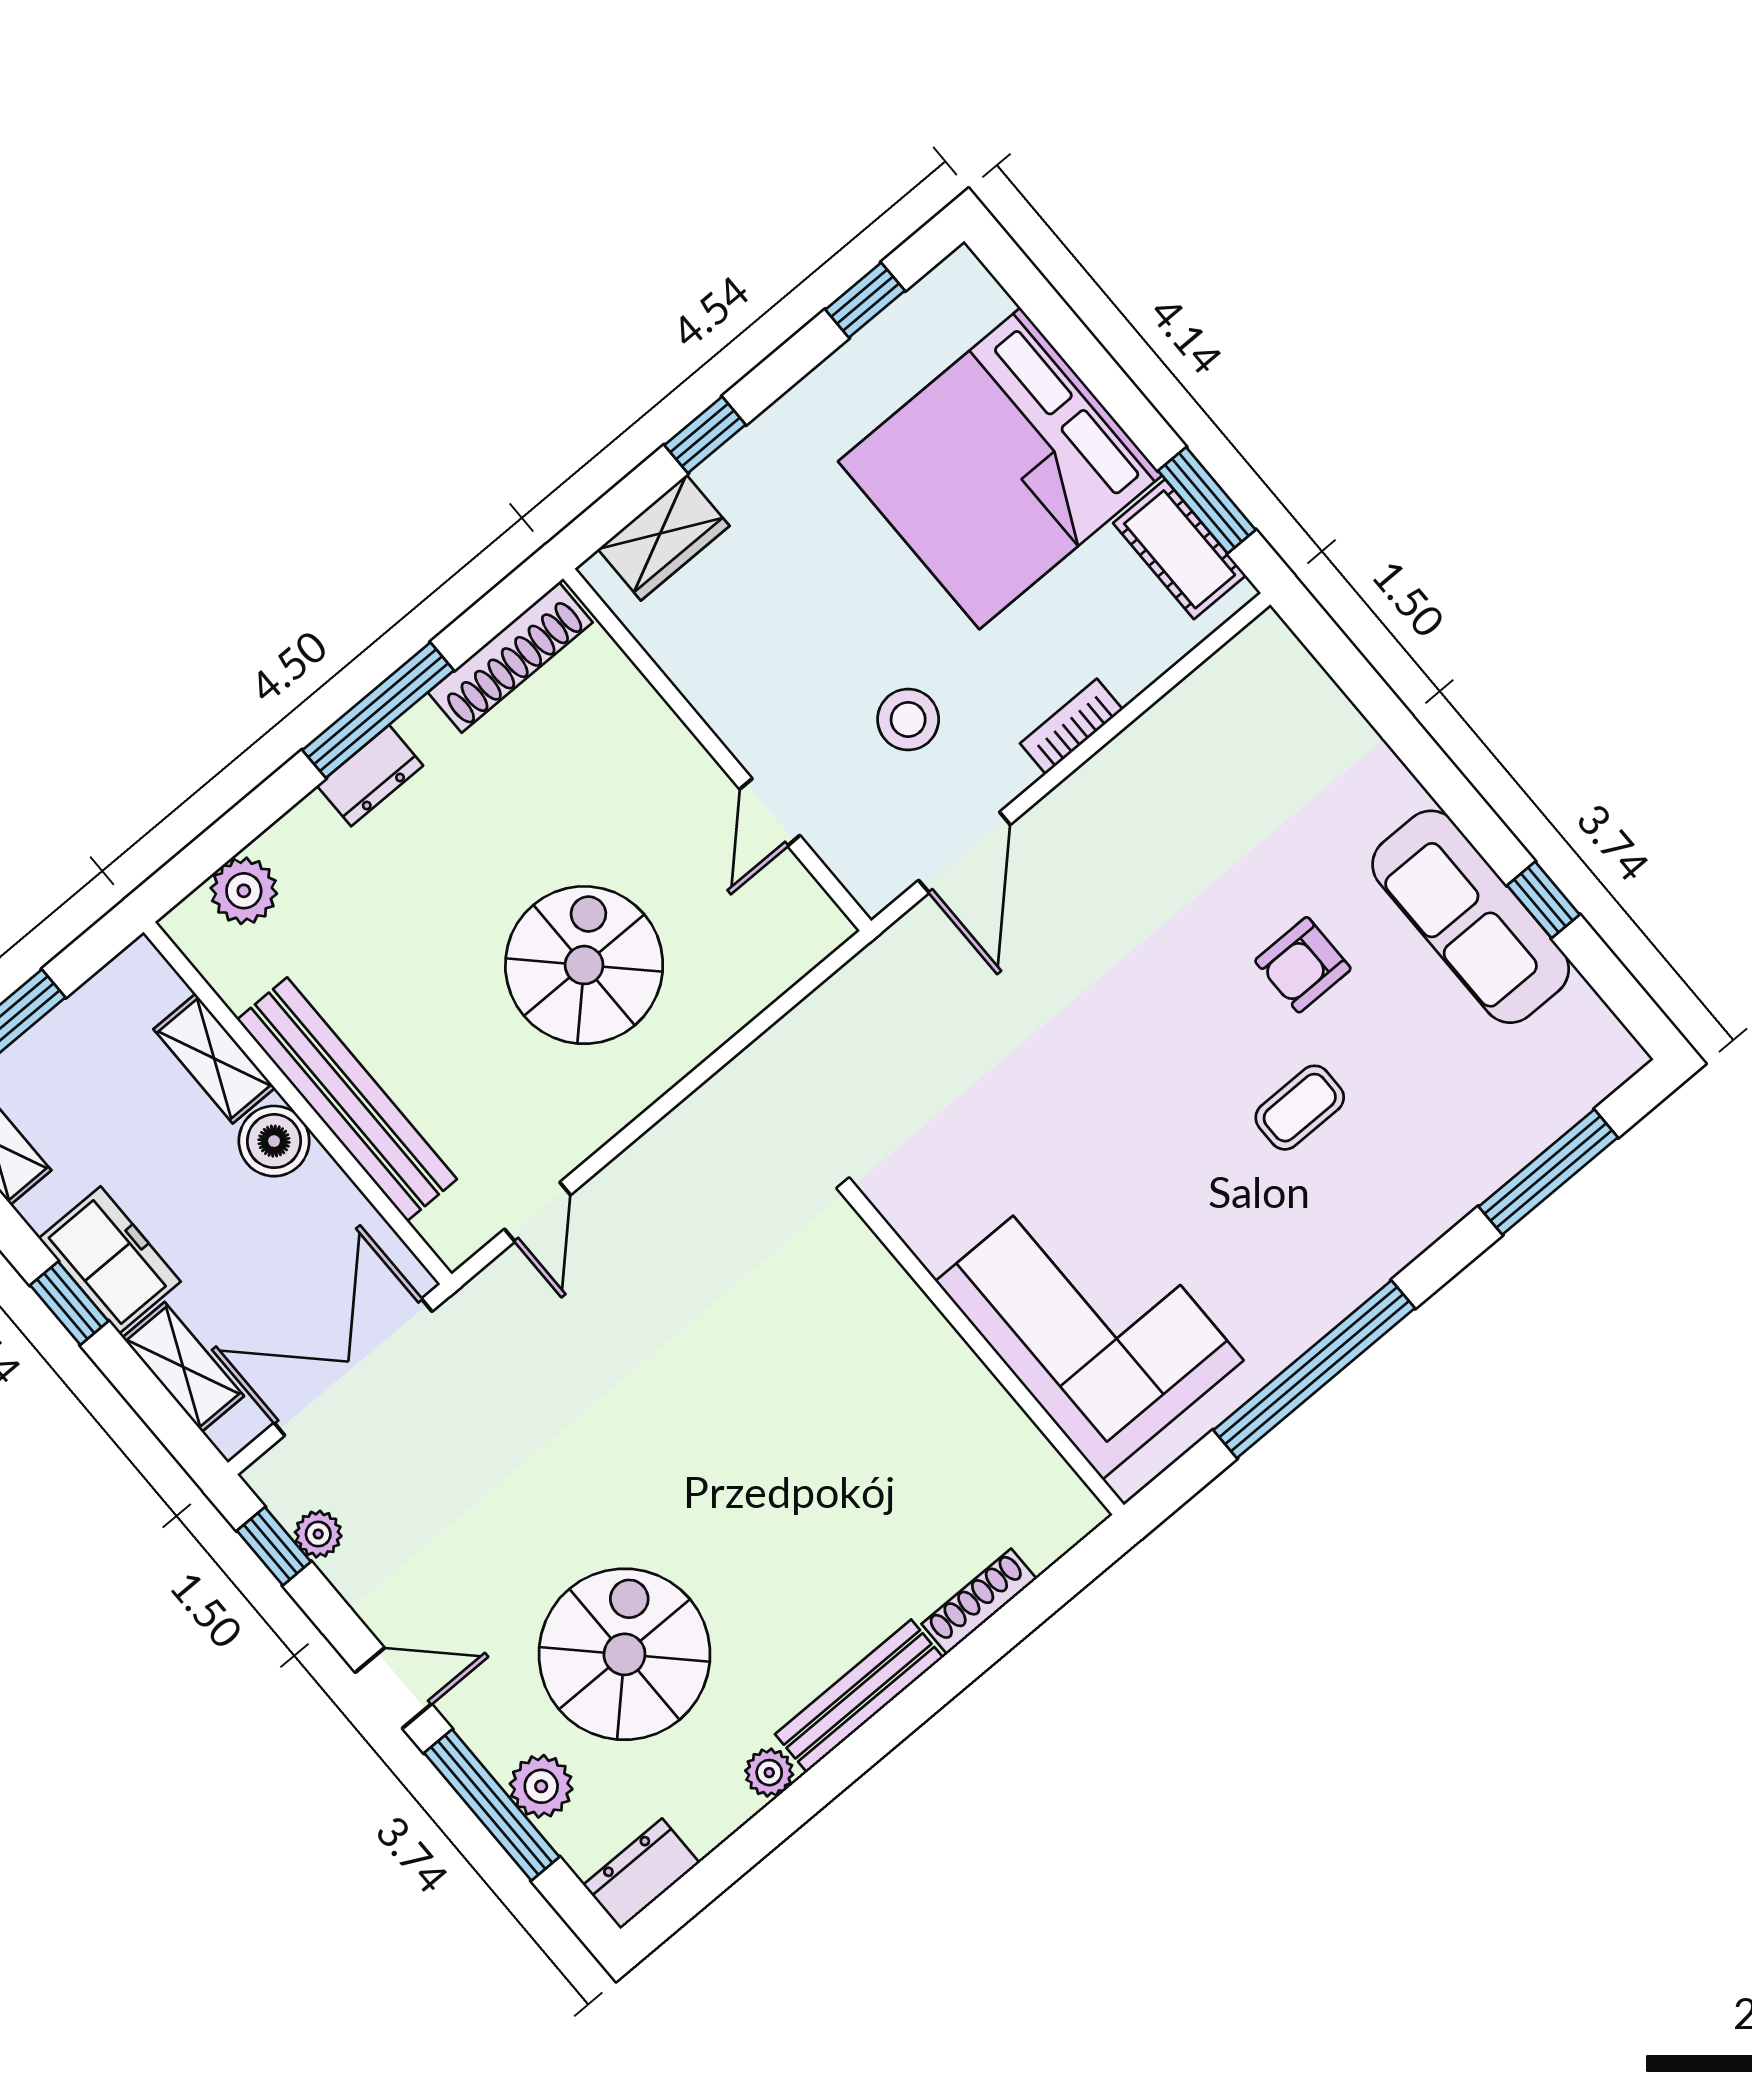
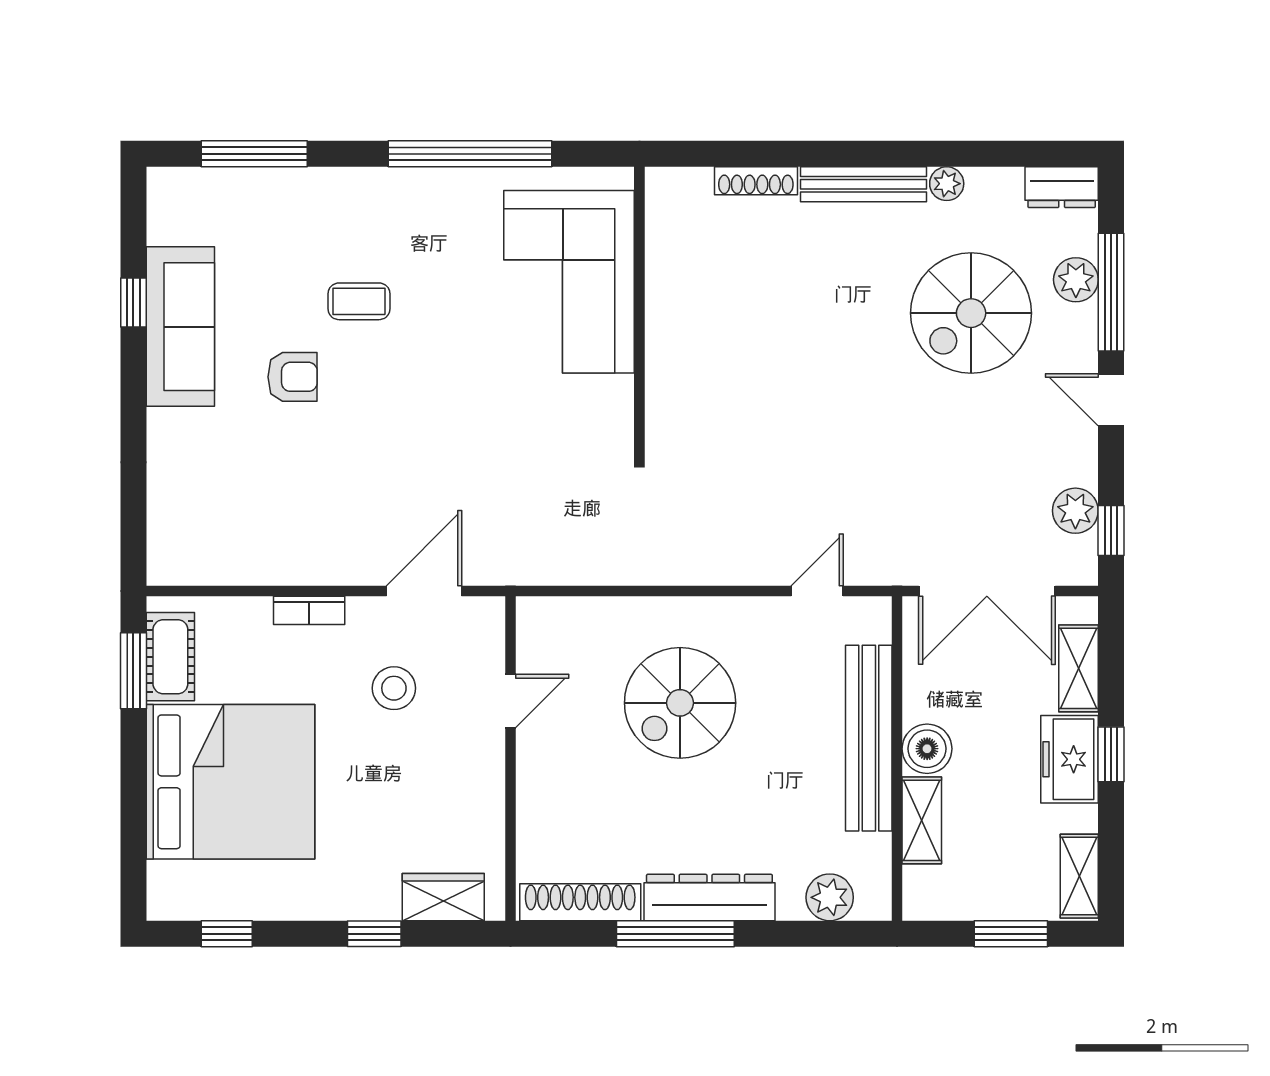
dresser: (370, 776) -> (709, 898), width x1.96, depth x1.24
plant: (318, 1534) -> (1075, 511), width x1.38, depth x1.38

